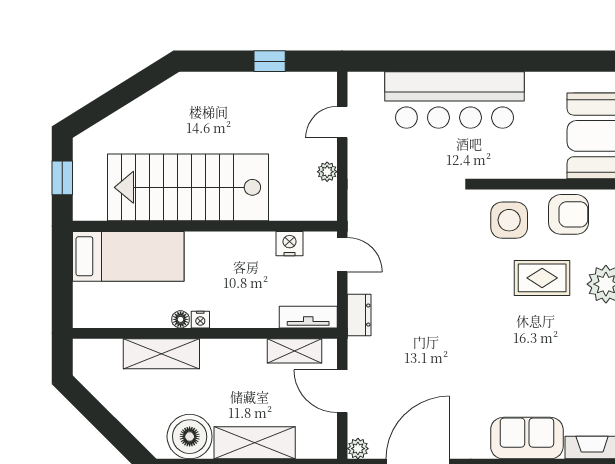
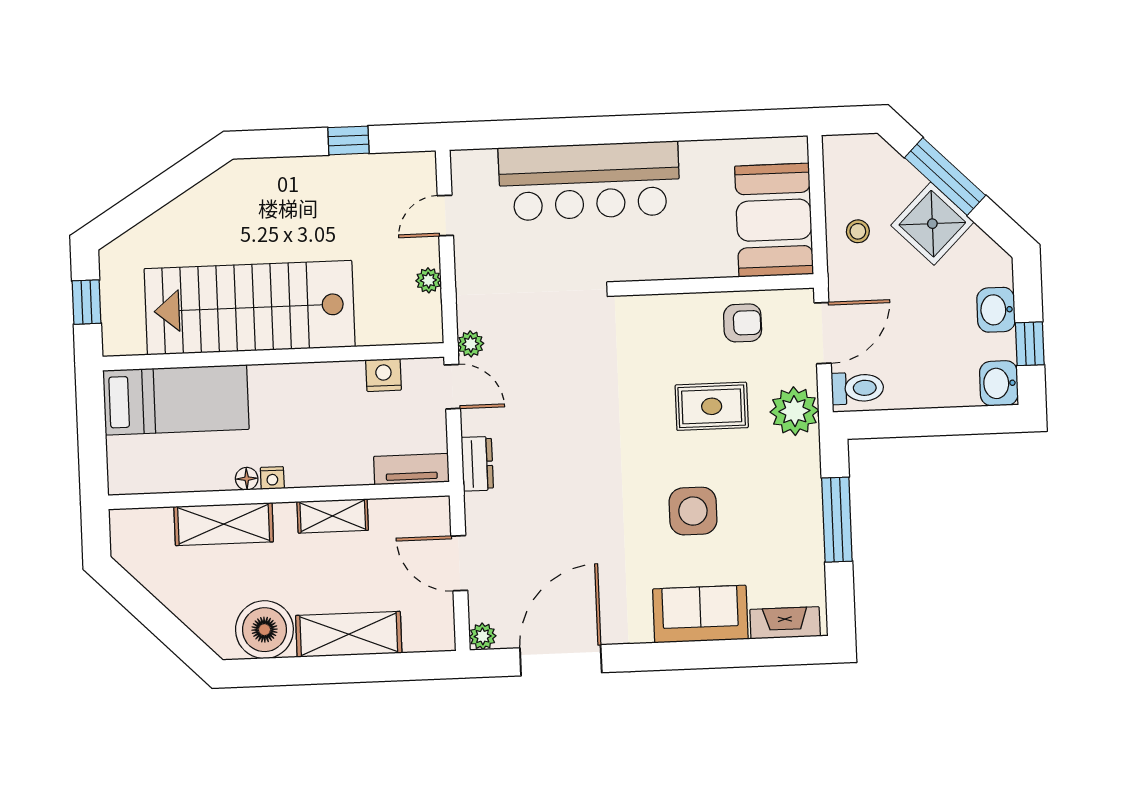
armchair: (569, 214) -> (743, 323), width x0.72, depth x0.72
side table: (509, 220) -> (693, 511), moved
plant: (358, 222) -> (471, 344), added
shelving: (295, 351) -> (333, 516), moved

